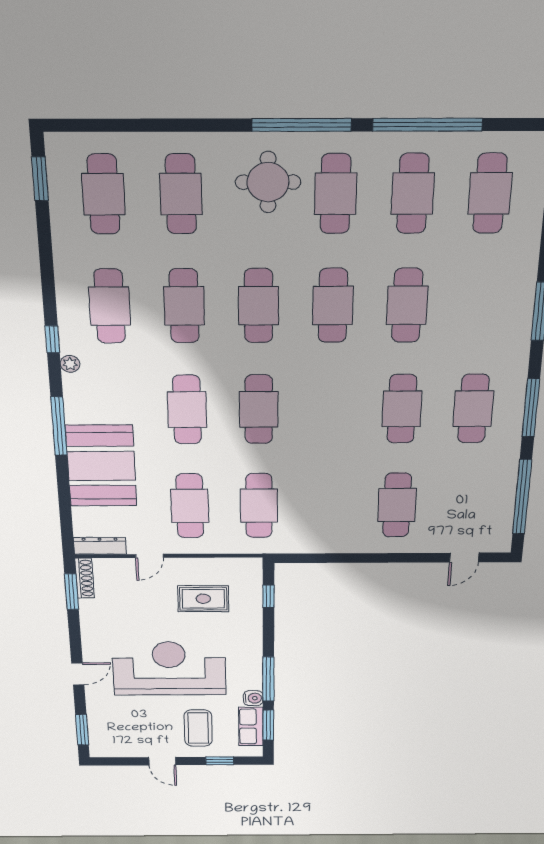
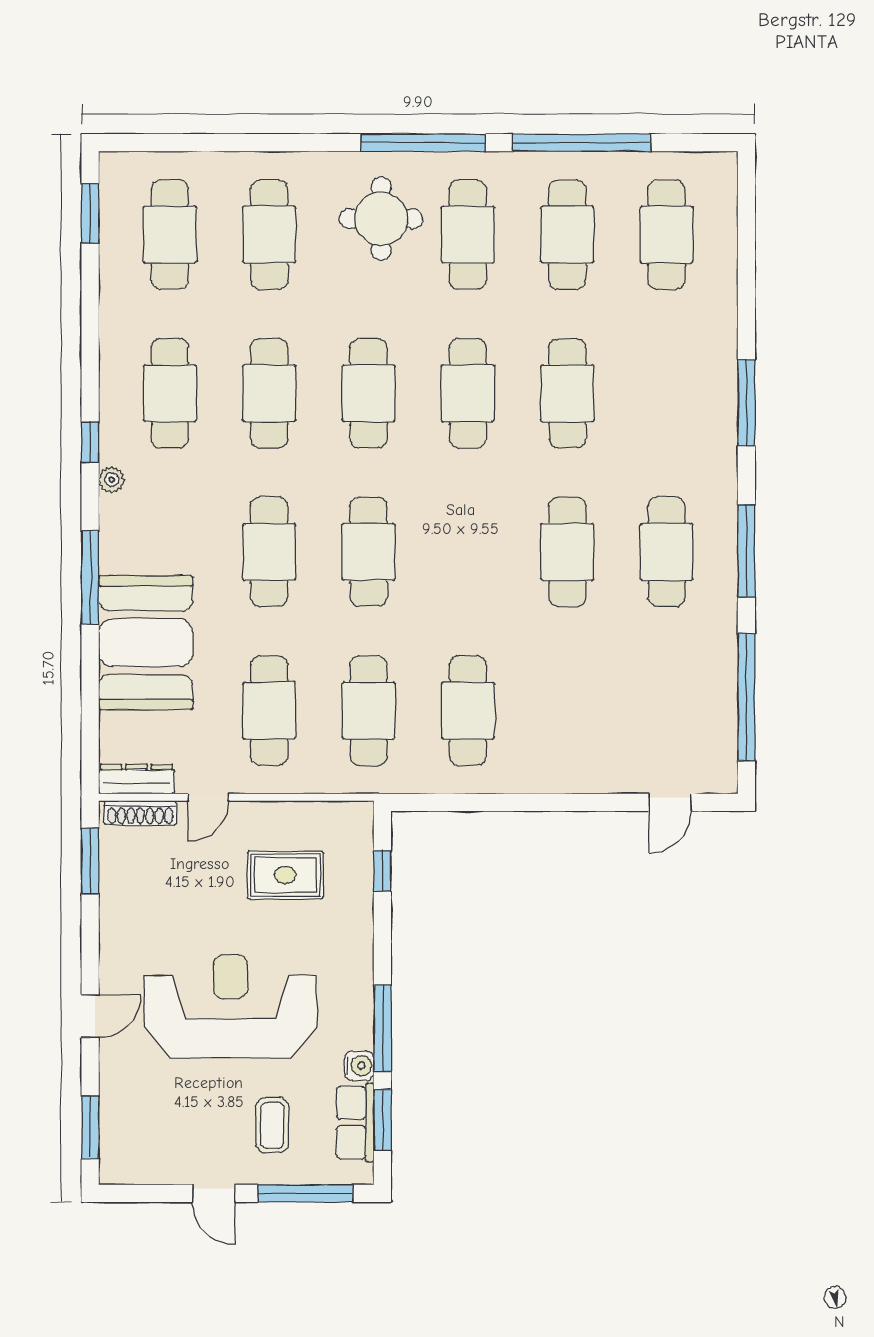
cafe table: (397, 505) -> (468, 710), moved
shoe rack: (85, 578) -> (140, 813), moved, turned 90
coffee table: (198, 728) -> (272, 1125), width x0.73, depth x0.77
window: (220, 761) -> (305, 1193), width x2.17

